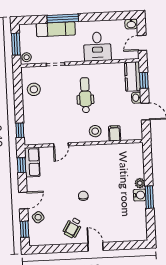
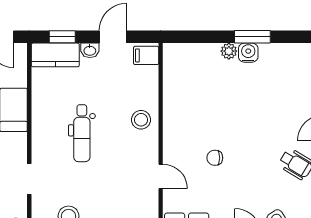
dental chair: (85, 95) -> (82, 133), turned -90
filing cabinet: (115, 133) -> (146, 55), moved
chair: (83, 196) -> (215, 158), moved

